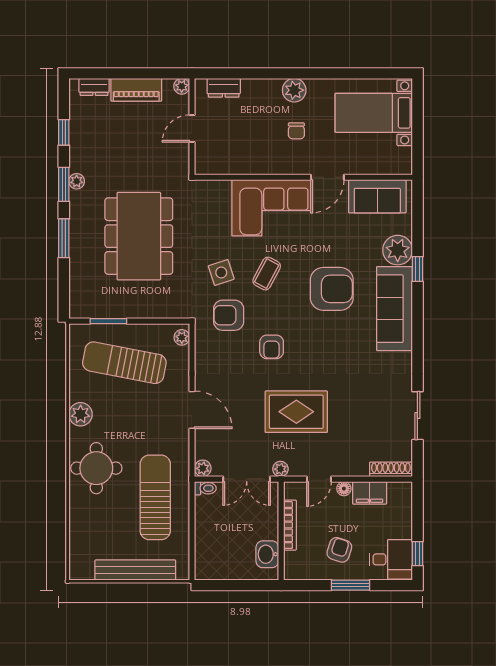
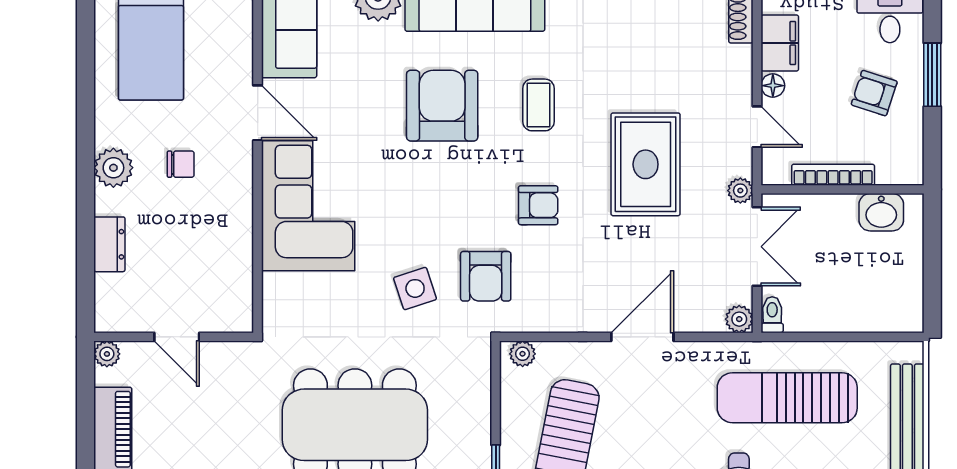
dresser: (224, 88) -> (109, 244), moved
coffee table: (267, 274) -> (538, 105), moved, turned 62

